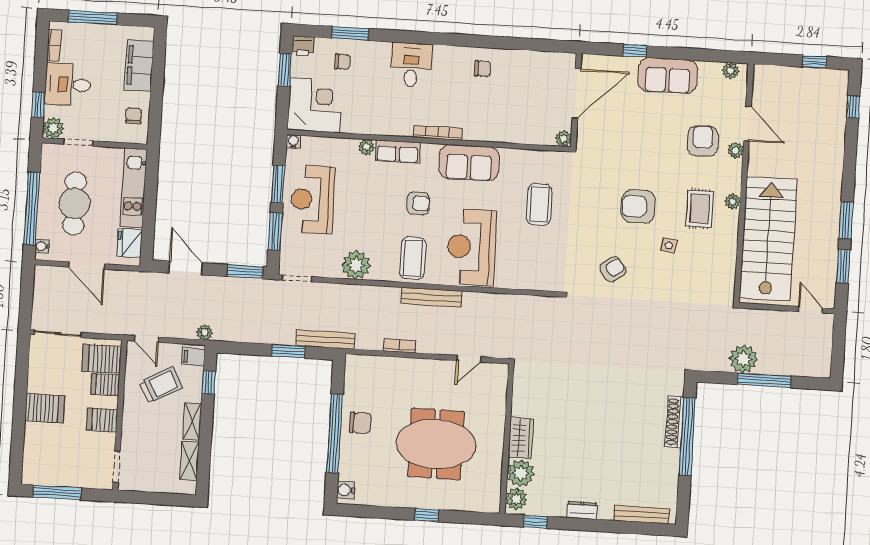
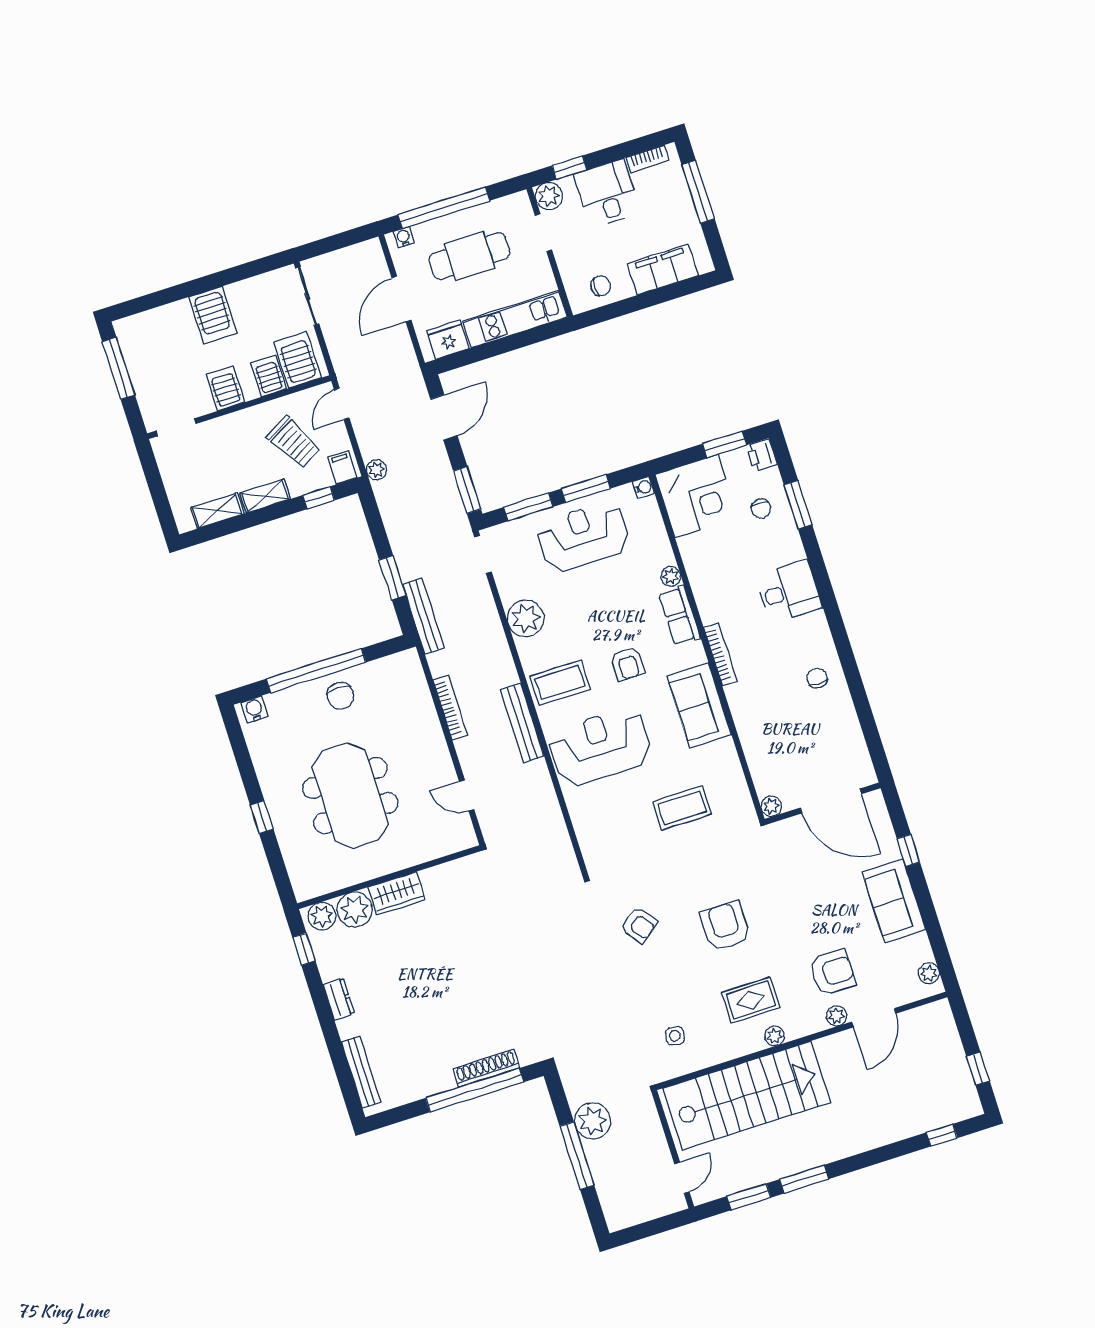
chair: (483, 69) -> (817, 678), turned 180
side table: (669, 245) -> (675, 1036), moved
bookcase: (400, 346) -> (450, 707), width x1.56

